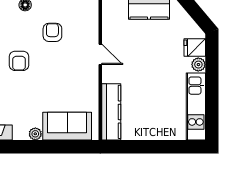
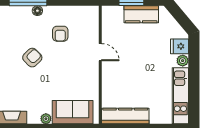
armchair: (52, 32) -> (60, 34), turned 180
armchair: (19, 61) -> (32, 58), turned -134
kitchen counter: (111, 112) -> (125, 116), moved, turned -90

